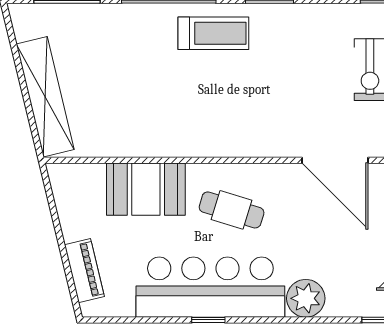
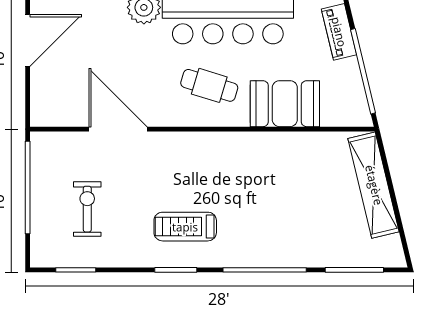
treadmill: (213, 33) -> (185, 227), moved
window: (57, 226) -> (363, 71), added

